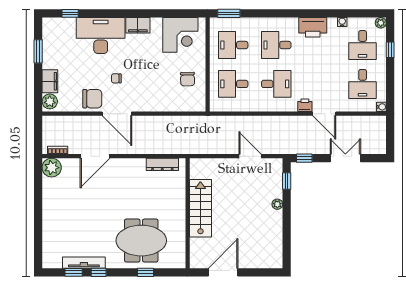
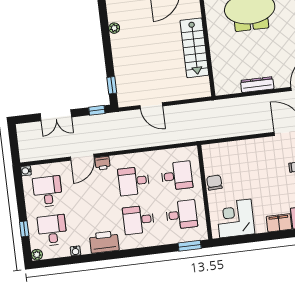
desk: (276, 45) -> (138, 220), turned 180
chair: (188, 79) -> (214, 183), moved
door: (324, 114) -> (82, 157), swing flipped
dresser: (162, 164) -> (257, 85), moved
plant: (277, 204) -> (114, 28), moved

